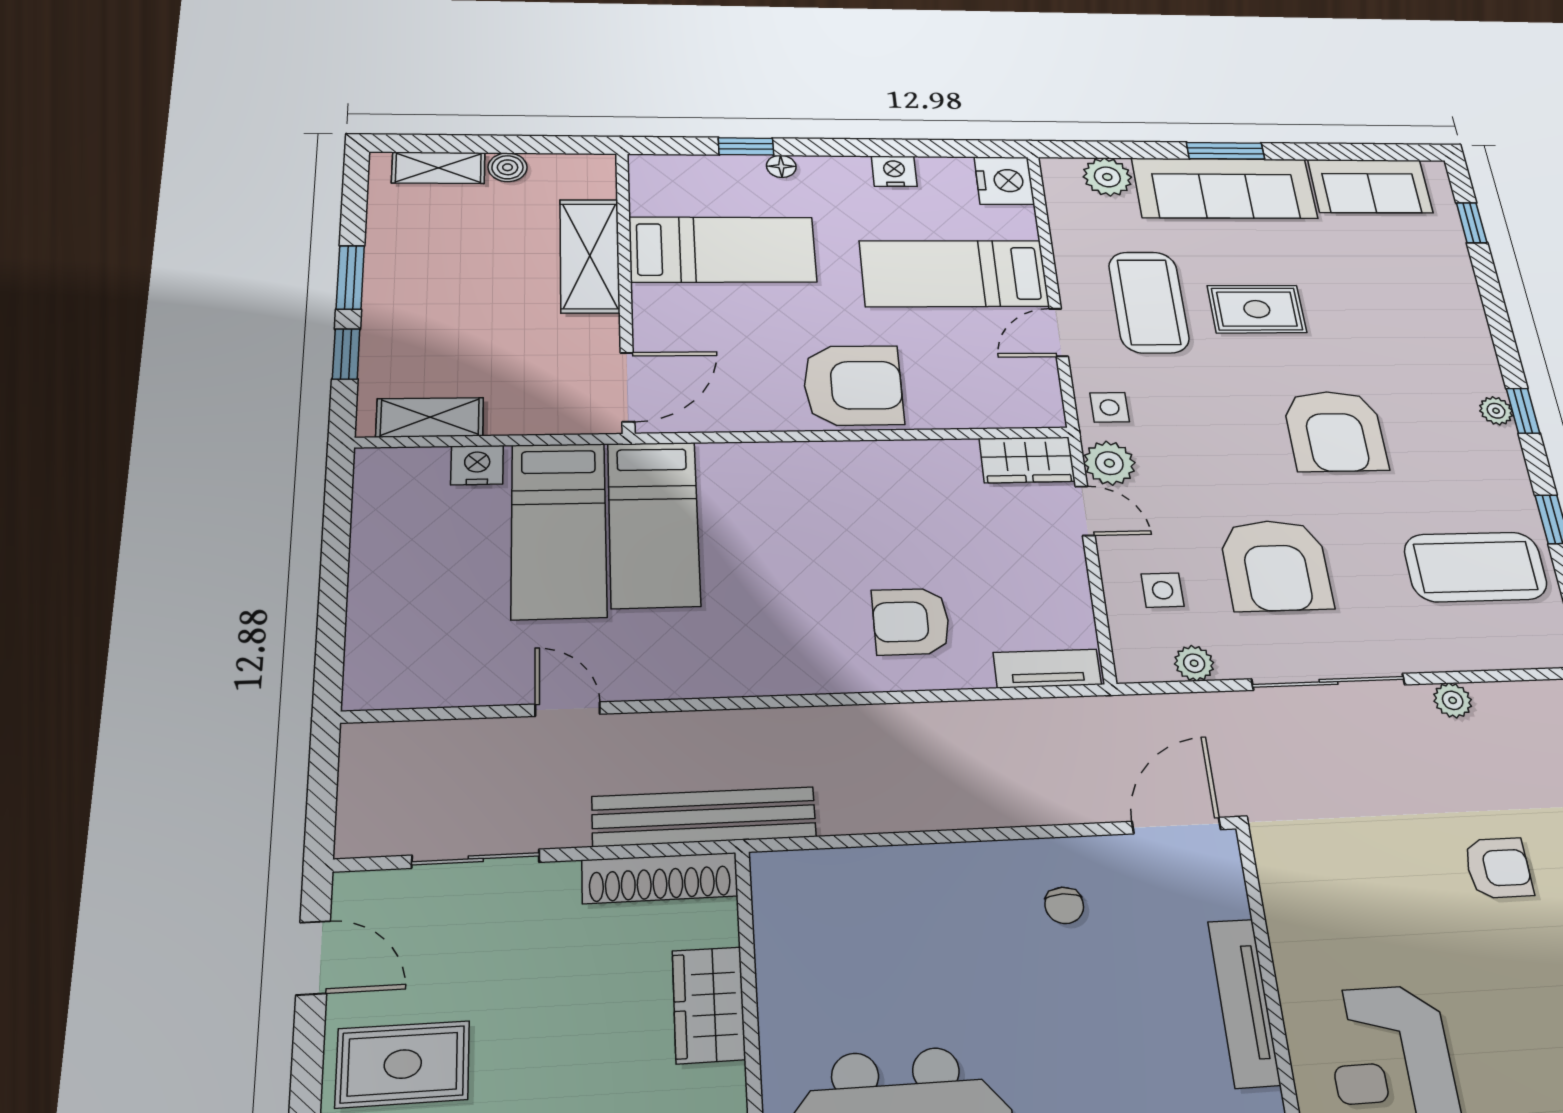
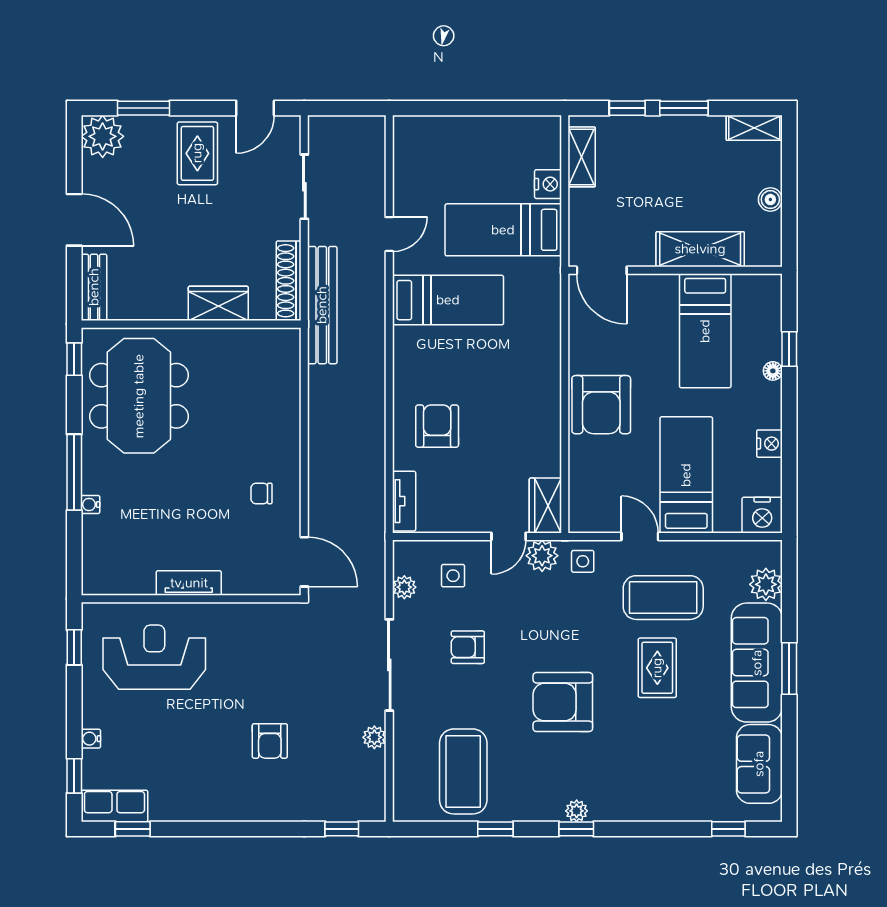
shelving: (438, 168) -> (754, 128), moved, turned 90
bed: (654, 524) -> (448, 300), moved, turned 180
armchair: (1276, 565) -> (468, 647), width x0.53, depth x0.53
tv unit: (1244, 1002) -> (189, 583), width x0.71

